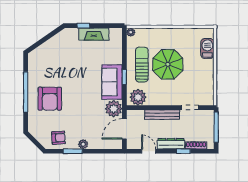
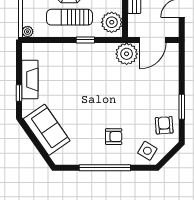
sofa: (112, 82) -> (47, 130), moved, turned -125
armchair: (50, 99) -> (114, 137), width x0.53, depth x0.53
side table: (39, 125) -> (147, 151), added
door: (124, 129) -> (153, 40), hinge flipped
plant: (83, 144) -> (173, 93), removed

